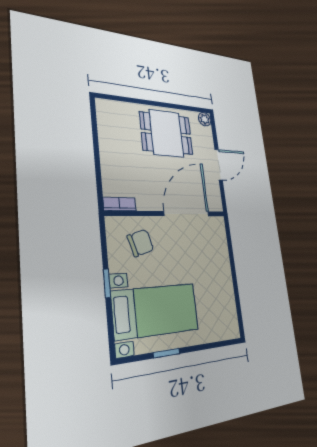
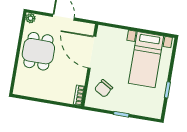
chair: (141, 243) -> (104, 88), turned -133
bed with nightstands: (156, 311) -> (146, 60), moved, turned 180

